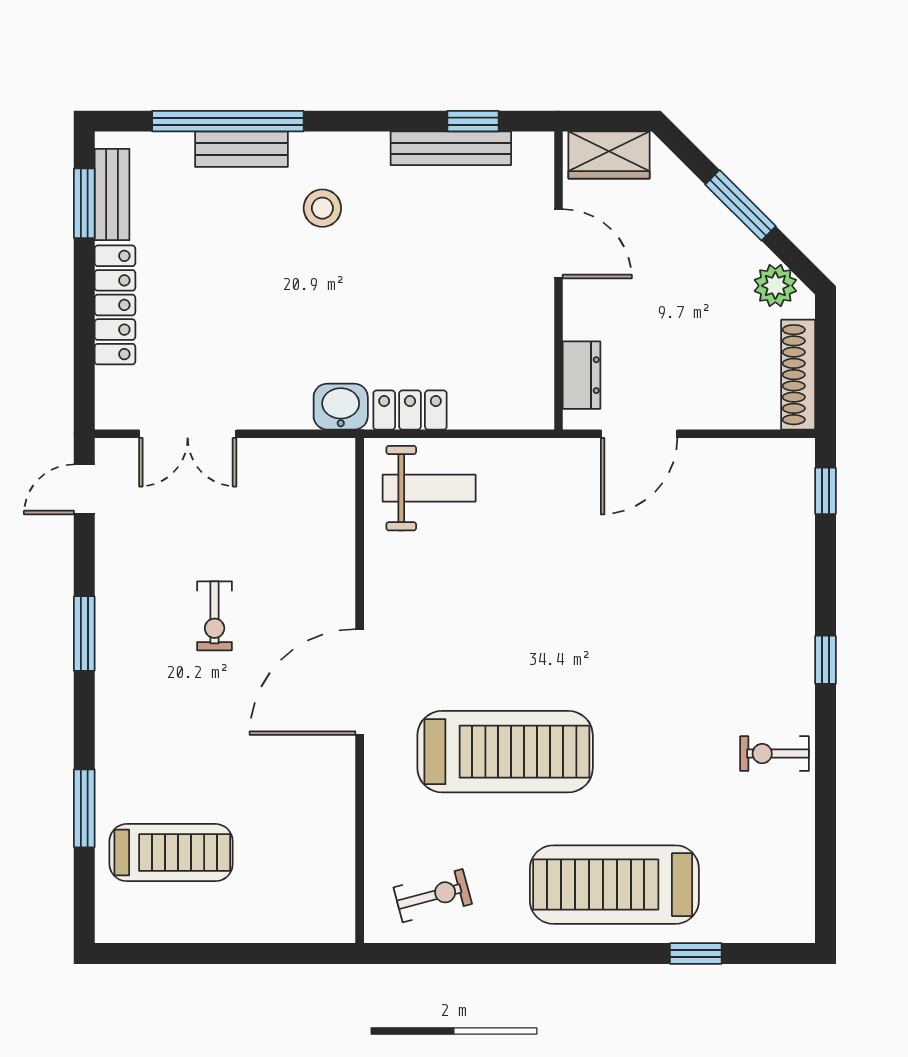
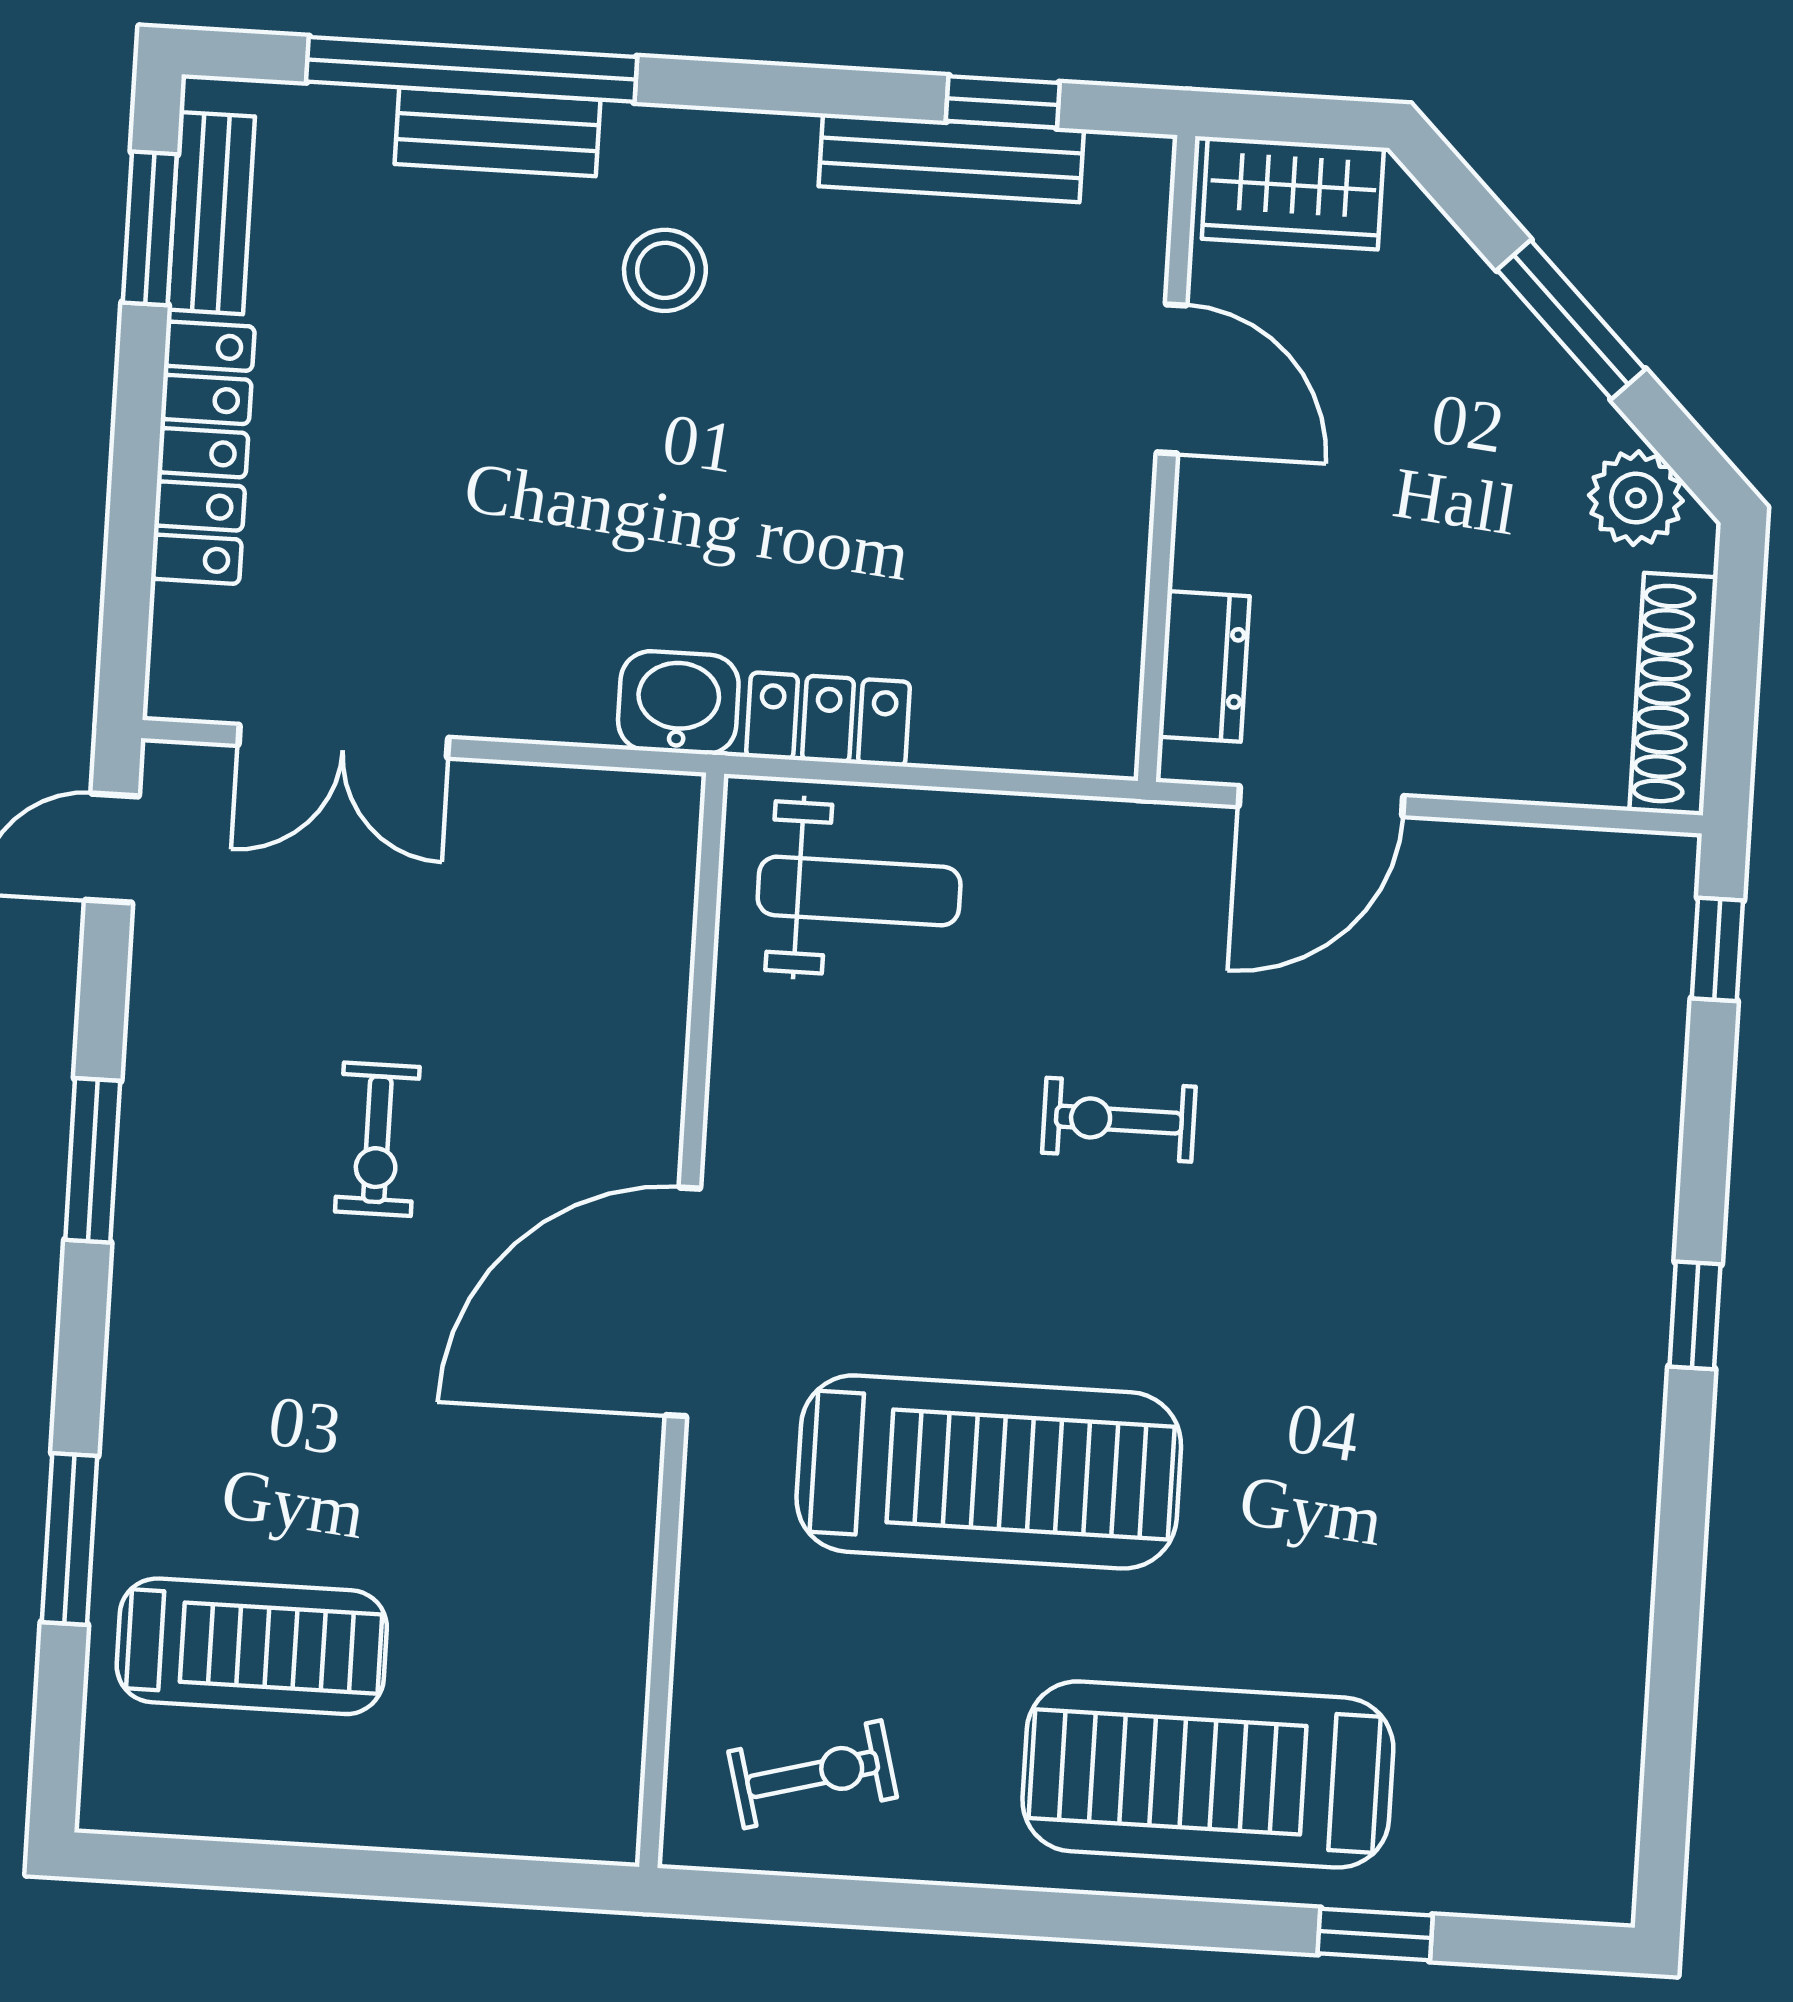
exercise bike: (775, 754) -> (1119, 1120), moved

